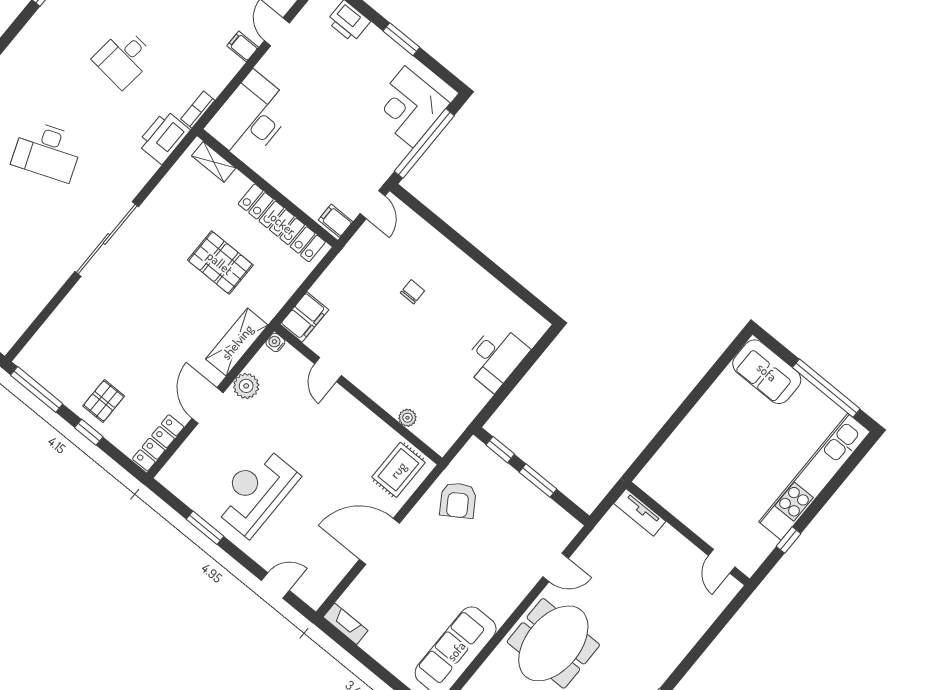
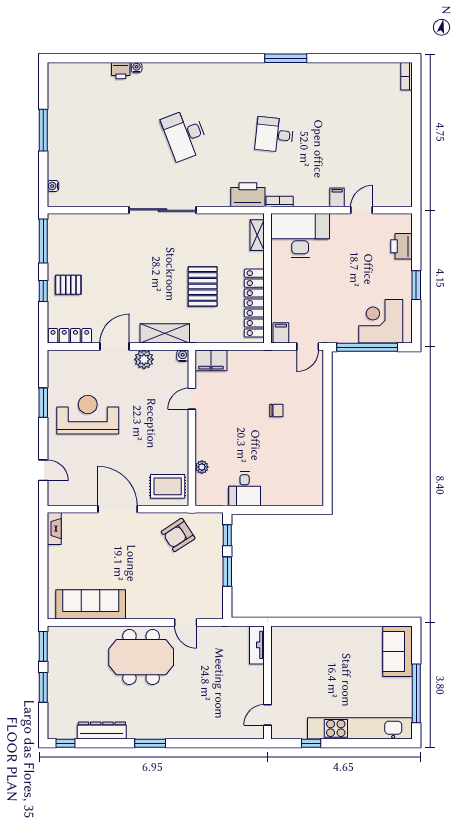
desk: (495, 357) -> (245, 489), moved, width x0.73

